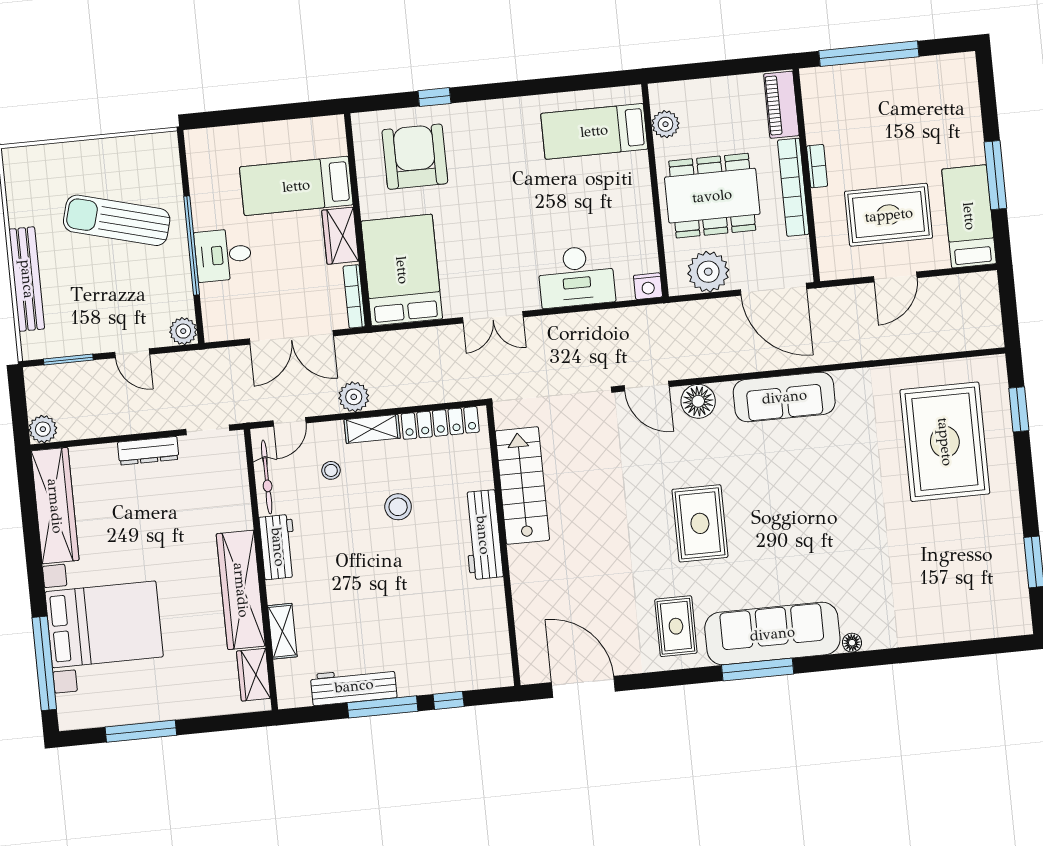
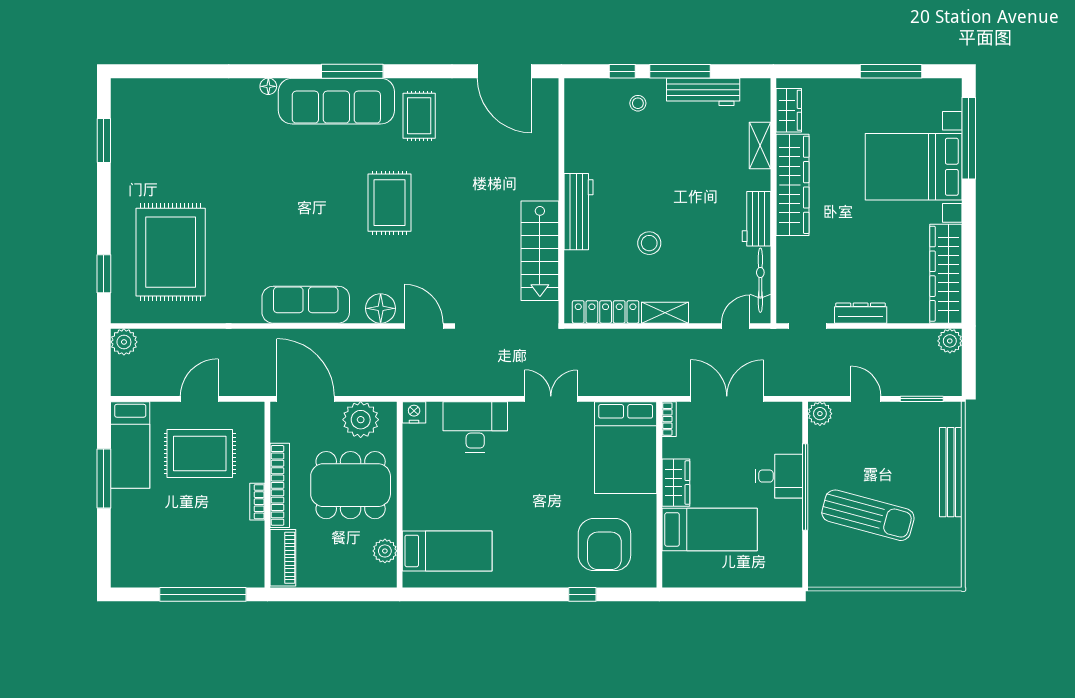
bookcase: (354, 296) -> (669, 419), width x0.64
plant: (354, 397) -> (124, 342), moved
stool: (331, 470) -> (638, 103), moved

